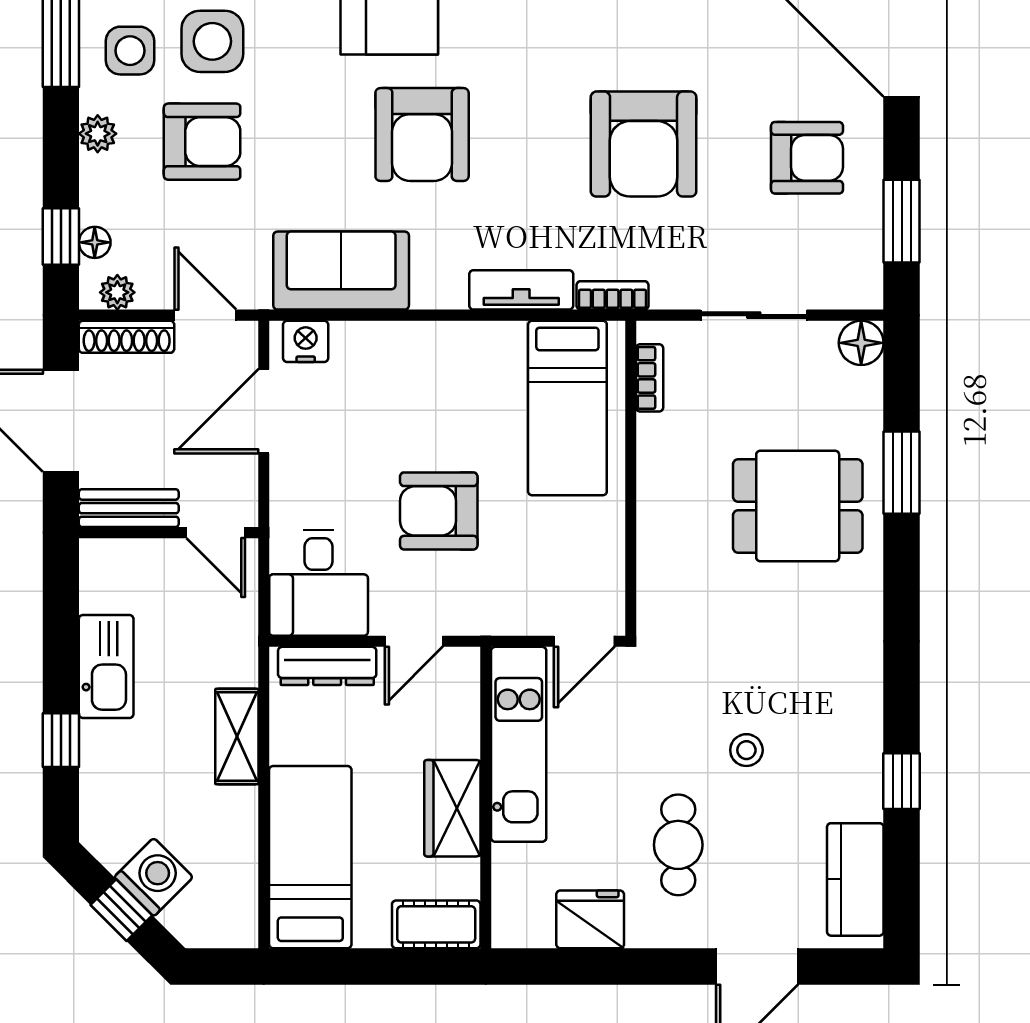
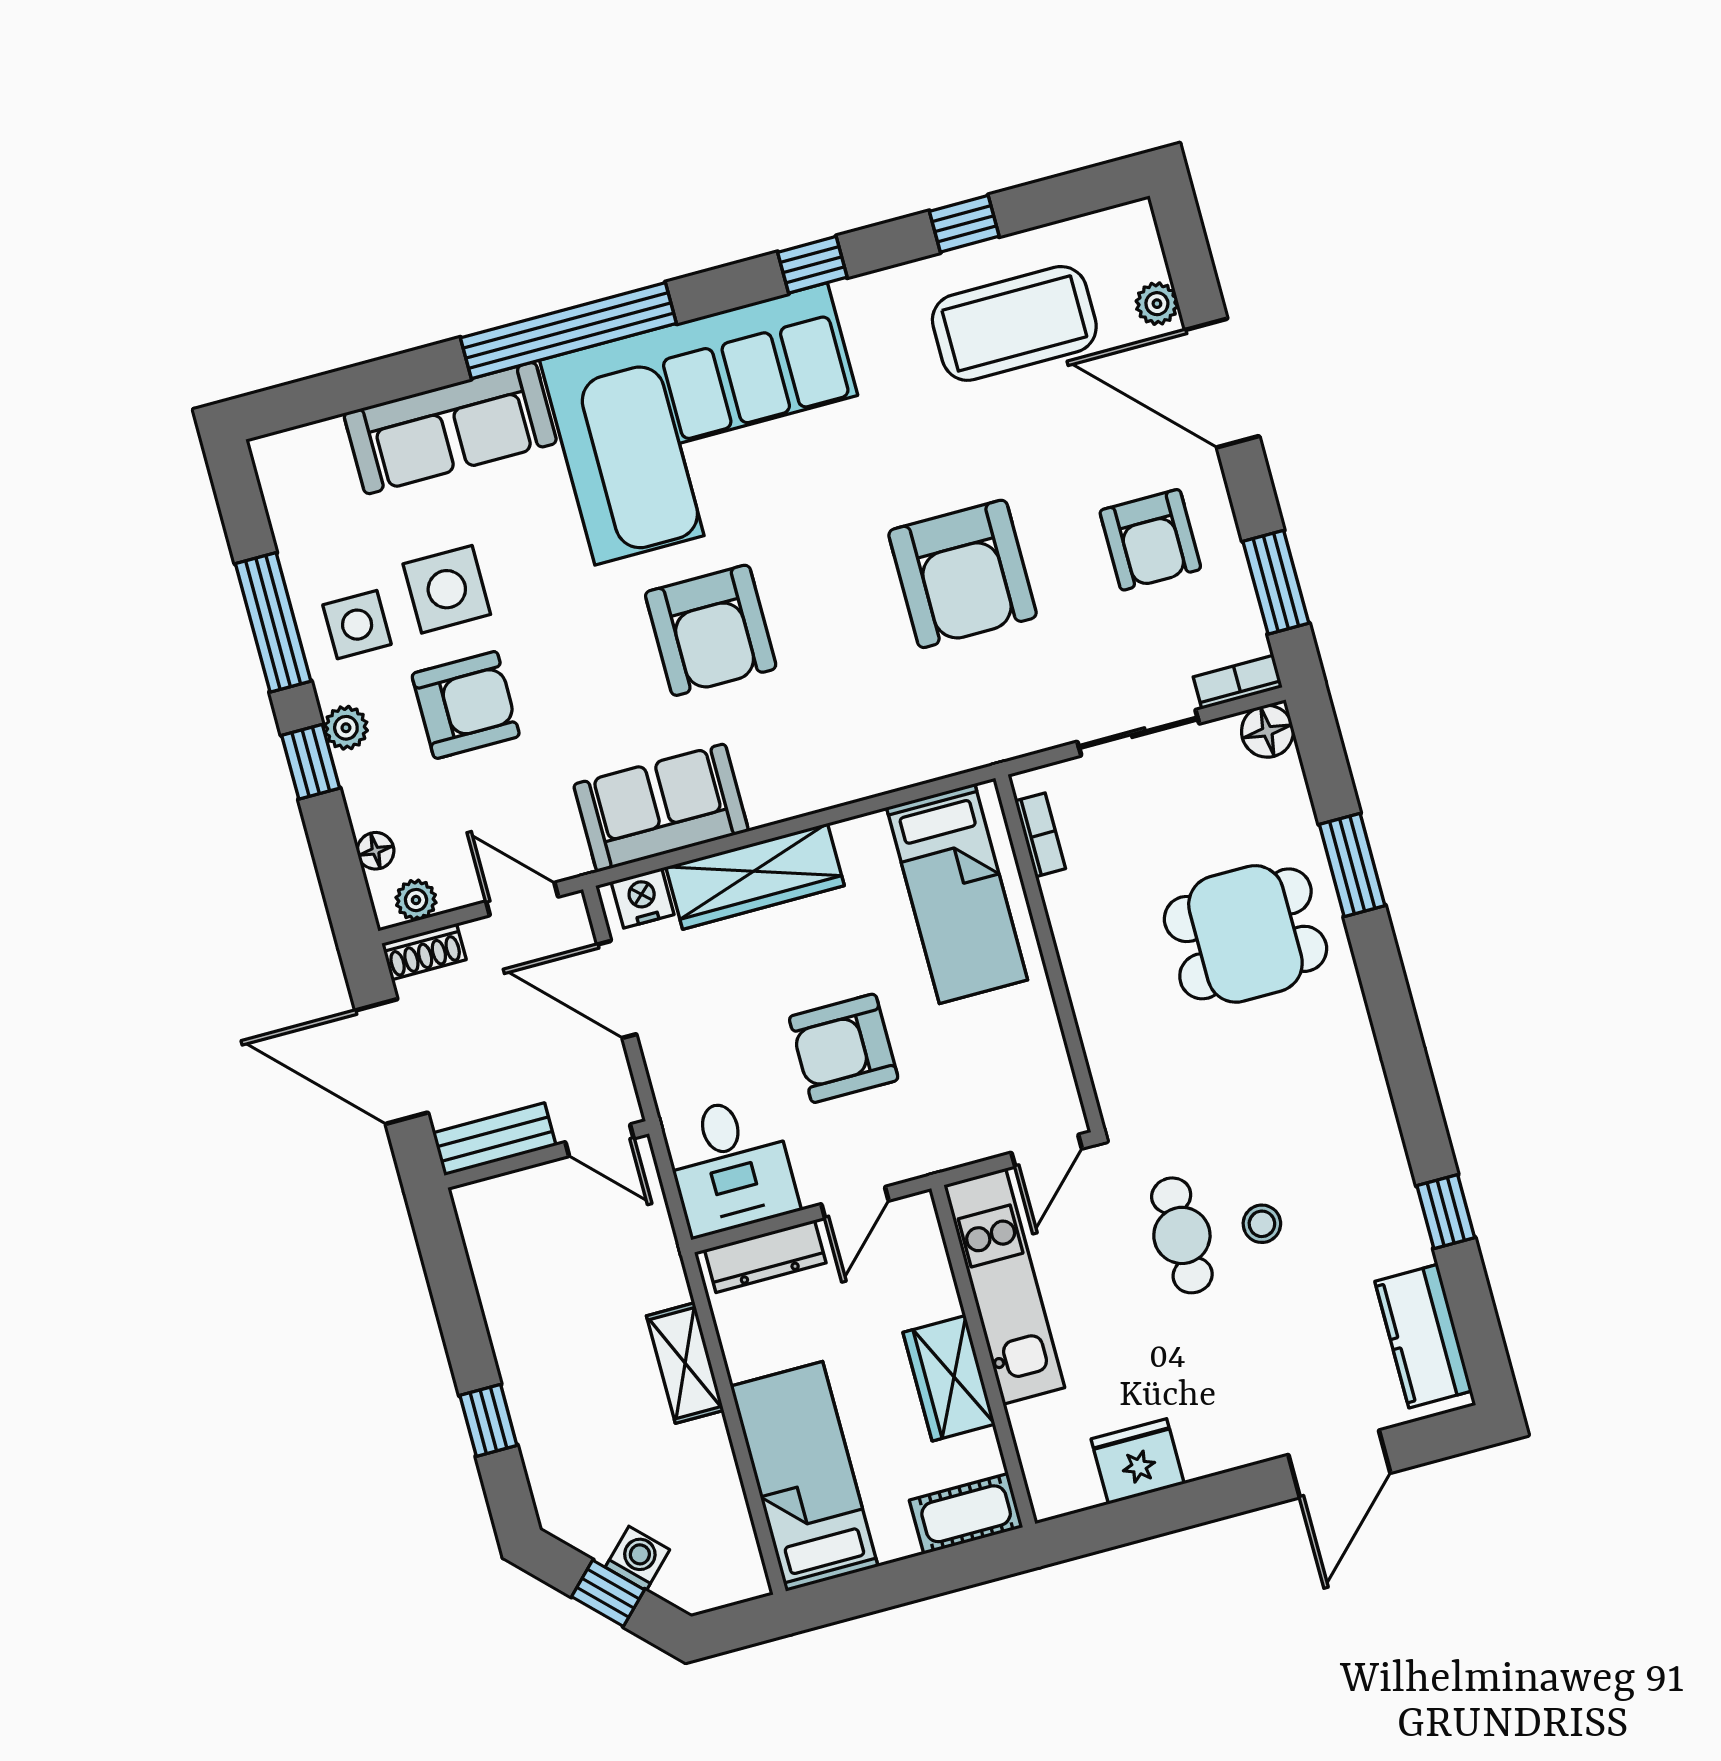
armchair: (807, 158) -> (1150, 540), turned 90
window: (61, 236) -> (311, 762), moved
tv unit: (521, 290) -> (869, 775), removed
bookcase: (613, 295) -> (1238, 682), moved
shoe rack: (127, 337) -> (424, 952), width x0.70
wardrobe: (404, 348) -> (755, 876), added
door: (264, 411) -> (617, 989), hinge flipped
kitchen sink: (106, 666) -> (517, 1324), removed
cafe table: (678, 845) -> (1182, 1235), moved
washing machine: (154, 877) -> (638, 1558), width x0.73, depth x0.73

